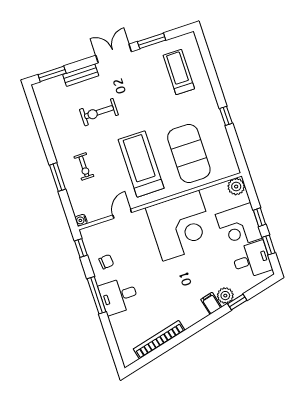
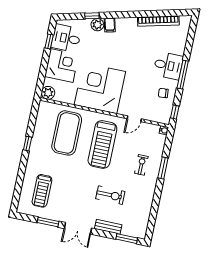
window: (260, 217) -> (44, 63), removed

